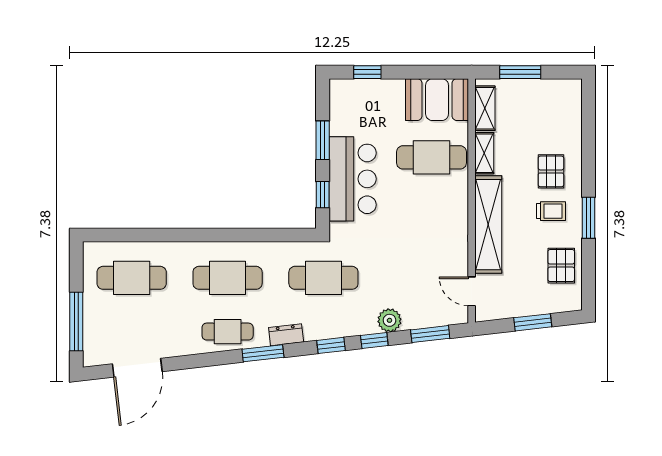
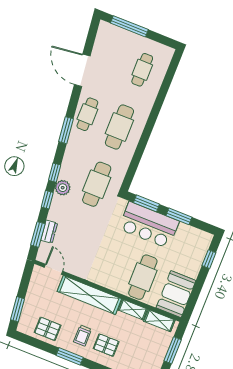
window: (323, 195) -> (147, 203), width x1.50
cafe table: (132, 278) -> (142, 70), width x0.73, depth x0.74
door: (472, 291) -> (53, 269), hinge flipped
plant: (389, 320) -> (63, 188), moved
window: (533, 322) -> (18, 309), moved
dresser: (286, 335) -> (49, 232), moved
door: (137, 368) -> (82, 70), moved

